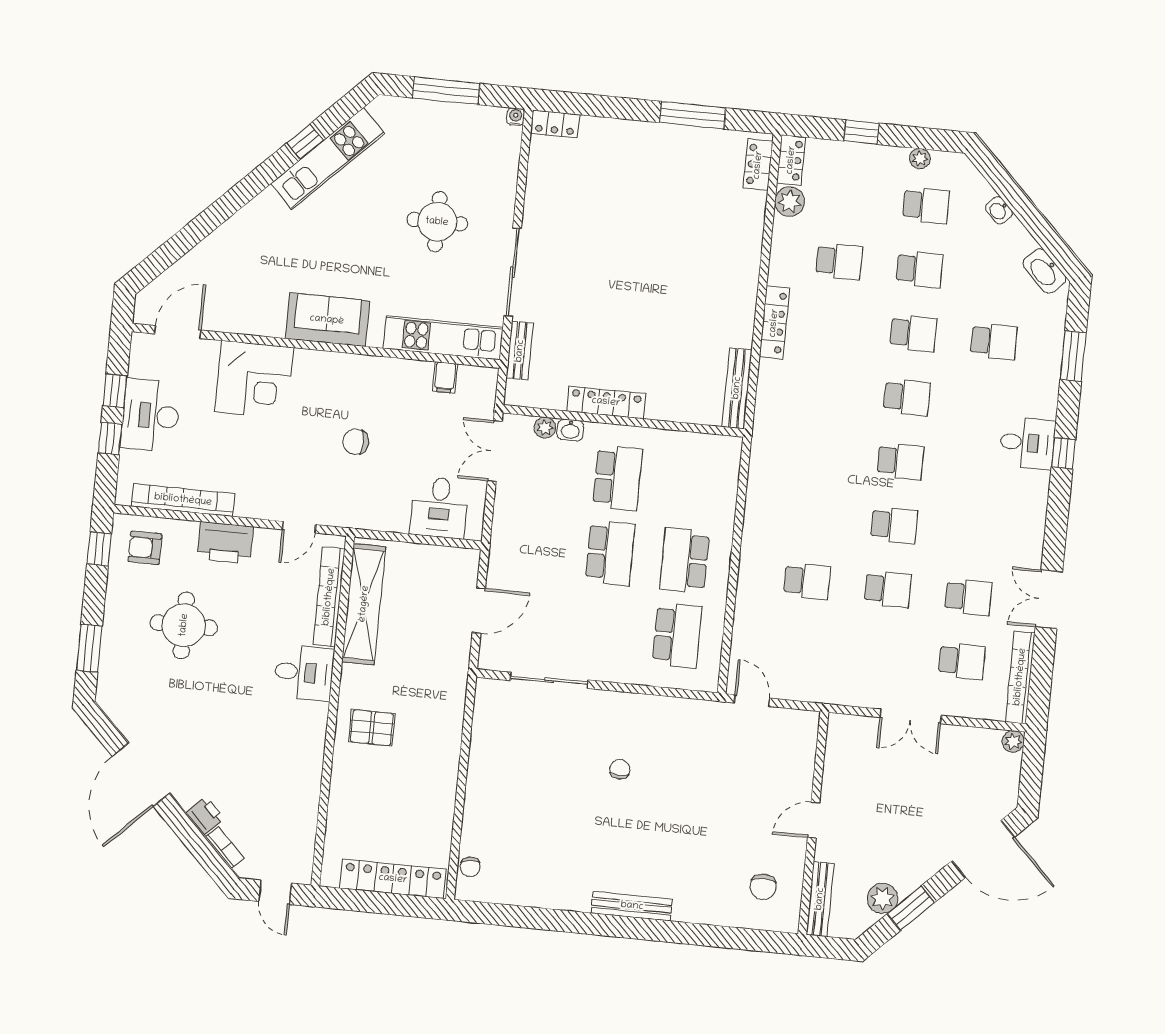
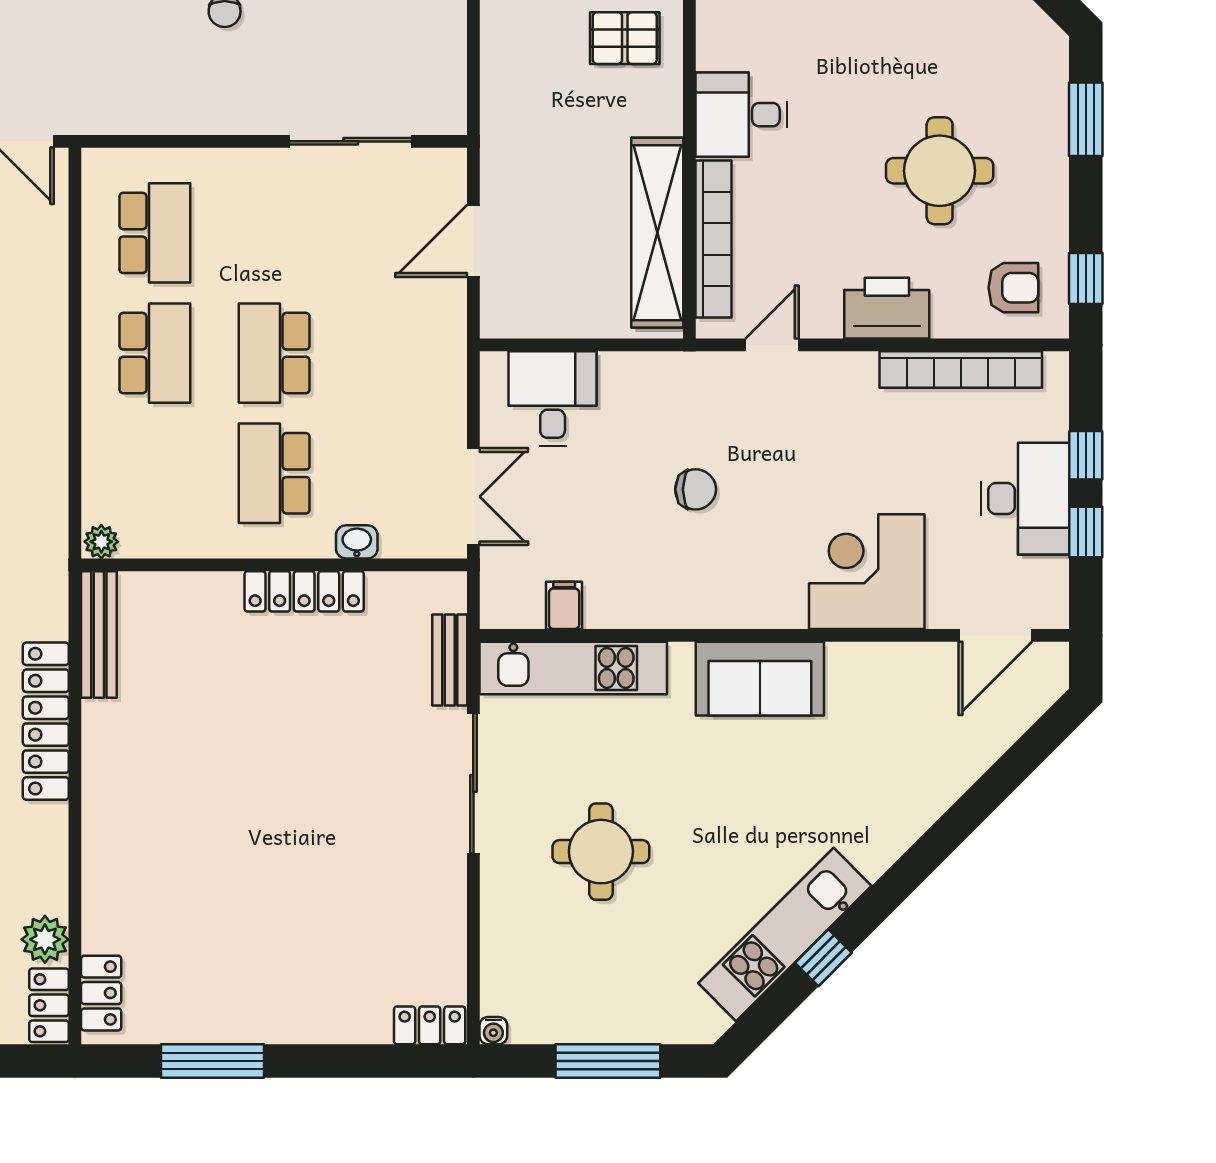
locker: (774, 323) -> (46, 721), width x1.41, depth x1.21
plant: (545, 428) -> (101, 542), moved
school desk: (677, 635) -> (155, 233), turned 180

